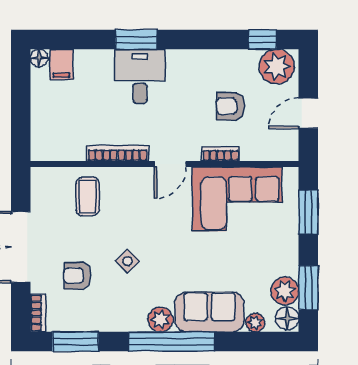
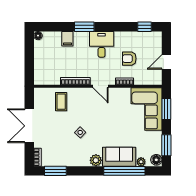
filing cabinet: (61, 64) -> (67, 39), moved
plant: (277, 67) -> (151, 40), removed
desk: (140, 76) -> (102, 44), moved
door: (170, 164) -> (100, 86), hinge flipped
corner sofa: (237, 199) -> (147, 109), moved, turned 90
armchair: (77, 276) -> (56, 139), removed
plant: (285, 291) -> (155, 147), removed
window: (172, 342) -> (124, 171), moved

